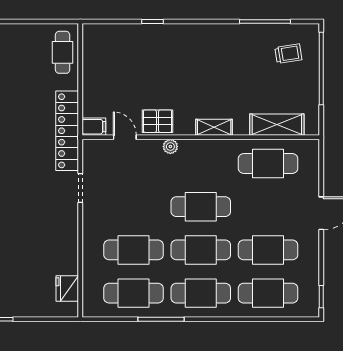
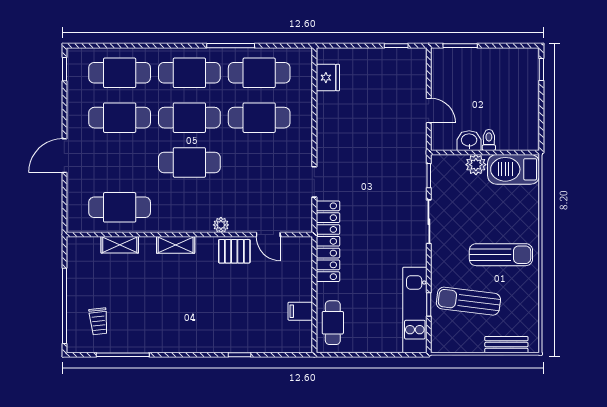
trolley: (288, 54) -> (99, 321), turned -87
shelving: (277, 125) -> (120, 245), width x0.67, depth x0.75
filing cabinet: (94, 127) -> (300, 311), moved

